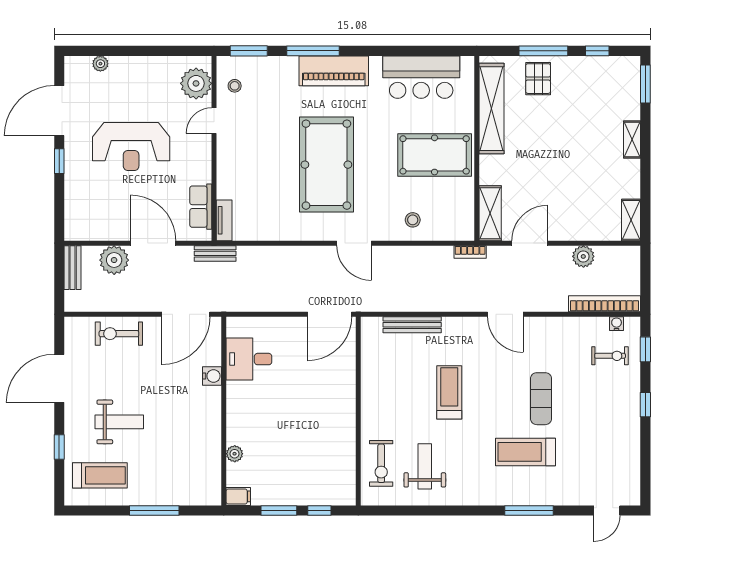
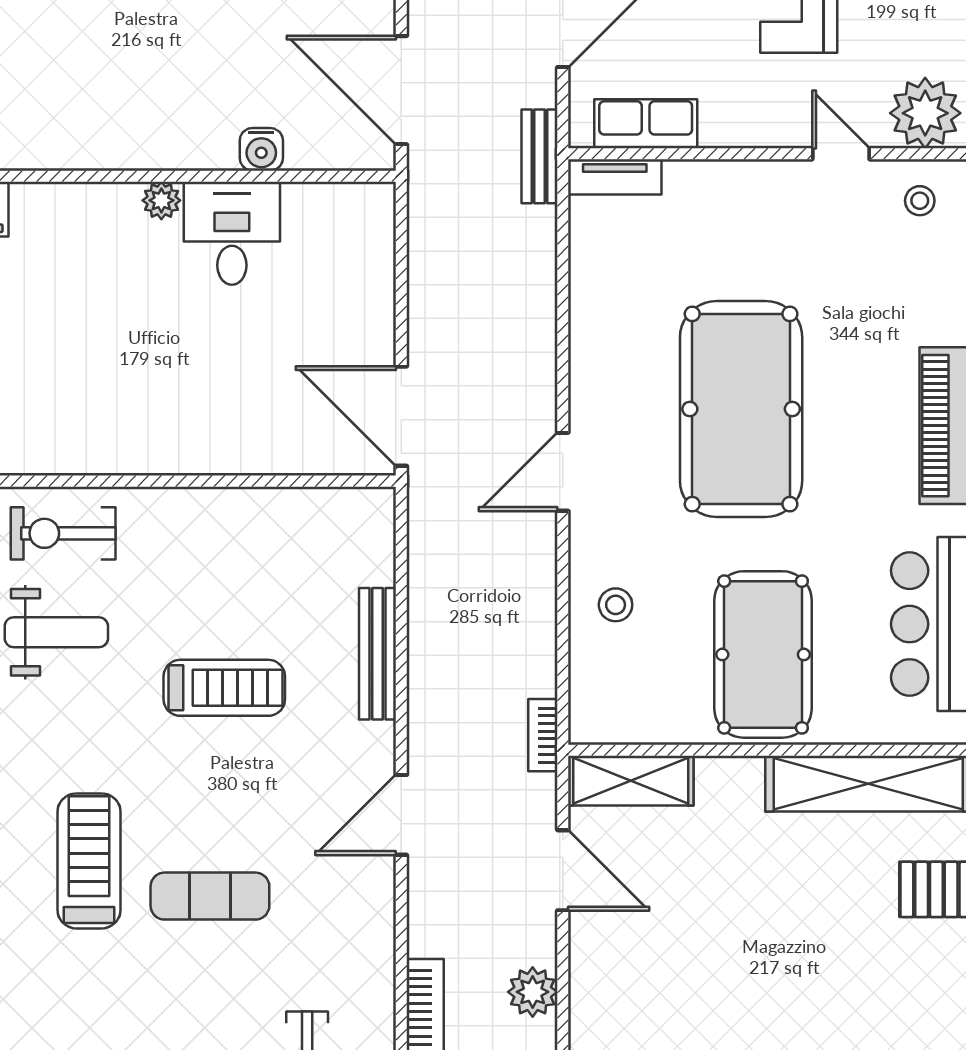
pool table: (326, 165) -> (741, 409), turned 90
bench: (412, 325) -> (378, 654), moved
desk: (249, 359) -> (232, 233), moved
plant: (235, 454) -> (161, 200), moved

